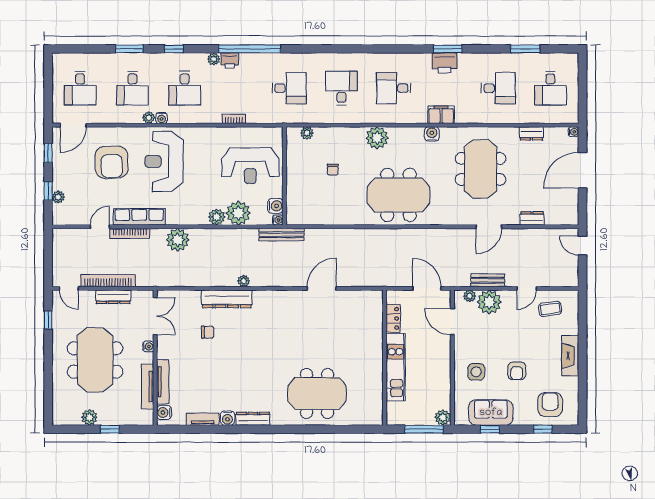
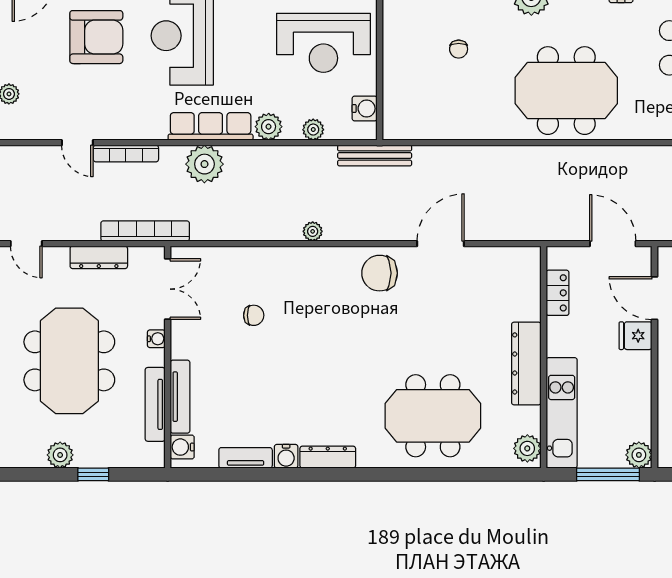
armchair: (112, 162) -> (96, 37), turned -88
plant: (238, 213) -> (313, 130), width x0.53, depth x0.53
row of seats: (139, 217) -> (211, 126), moved
water cooler: (278, 220) -> (368, 132), removed
door: (100, 227) -> (77, 143), swing flipped
bookcase: (108, 281) -> (145, 231), moved
dresser: (227, 299) -> (526, 363), moved, turned 90
chair: (285, 306) -> (380, 273), added
fridge: (441, 345) -> (635, 336), added
kitchen unit: (396, 367) -> (562, 413), moved
plant: (375, 413) -> (527, 448), added

